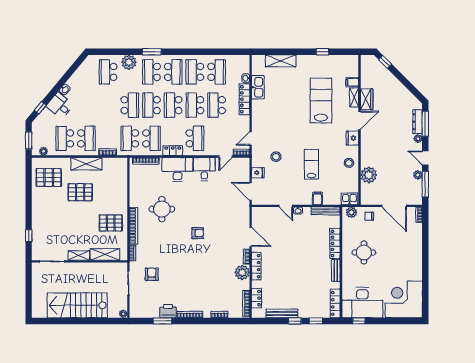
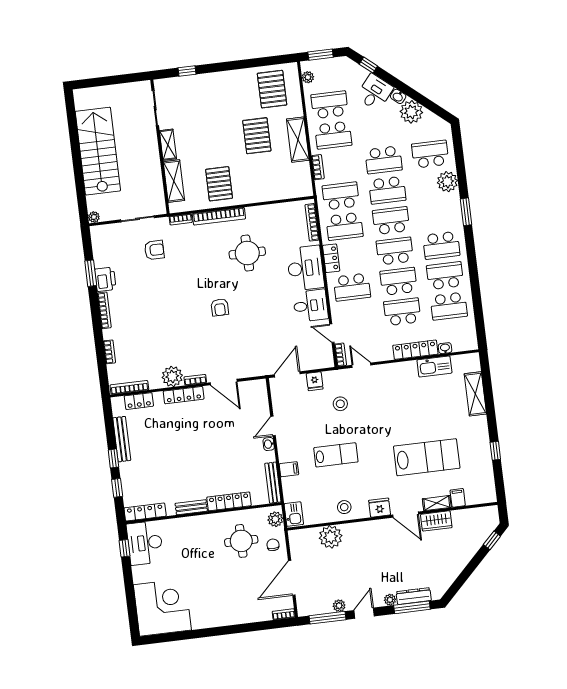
school desk: (151, 72) -> (384, 160), moved, turned 180
plant: (77, 81) -> (411, 112), added
door: (251, 237) -> (224, 382), hinge flipped
round table: (364, 253) -> (241, 541), moved
desk: (362, 303) -> (145, 543), width x0.73, depth x0.77

